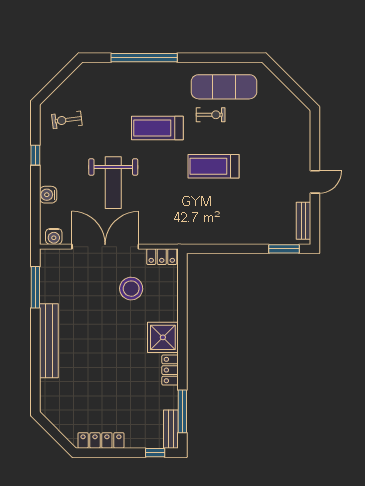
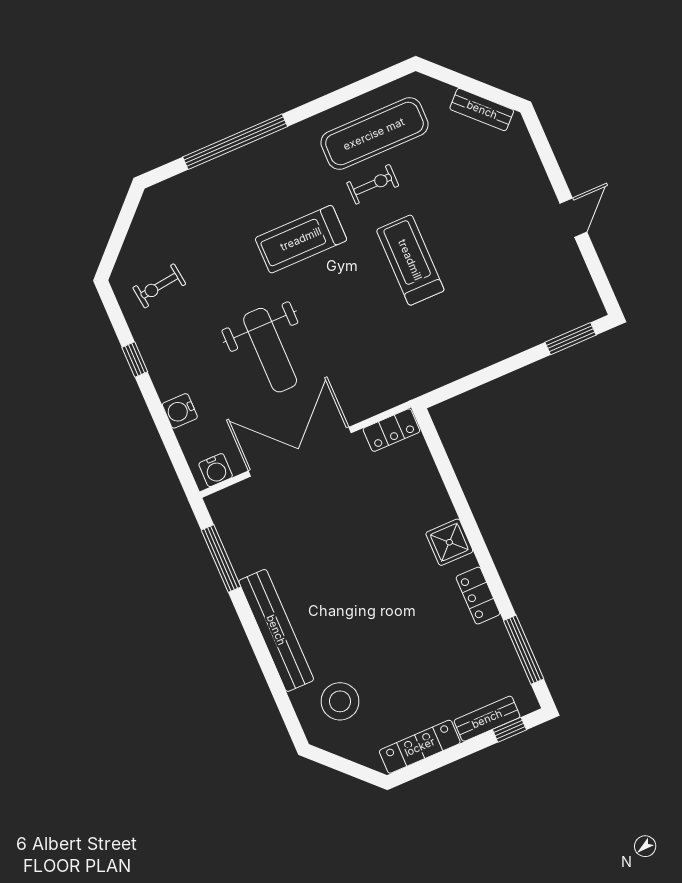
treadmill: (213, 166) -> (410, 260), turned 90
bench: (304, 221) -> (482, 110), moved, turned -45
stool: (131, 289) -> (340, 701), moved
shower: (163, 337) -> (449, 542), width x0.73, depth x0.73
bench: (171, 429) -> (487, 719), moved, turned 90

